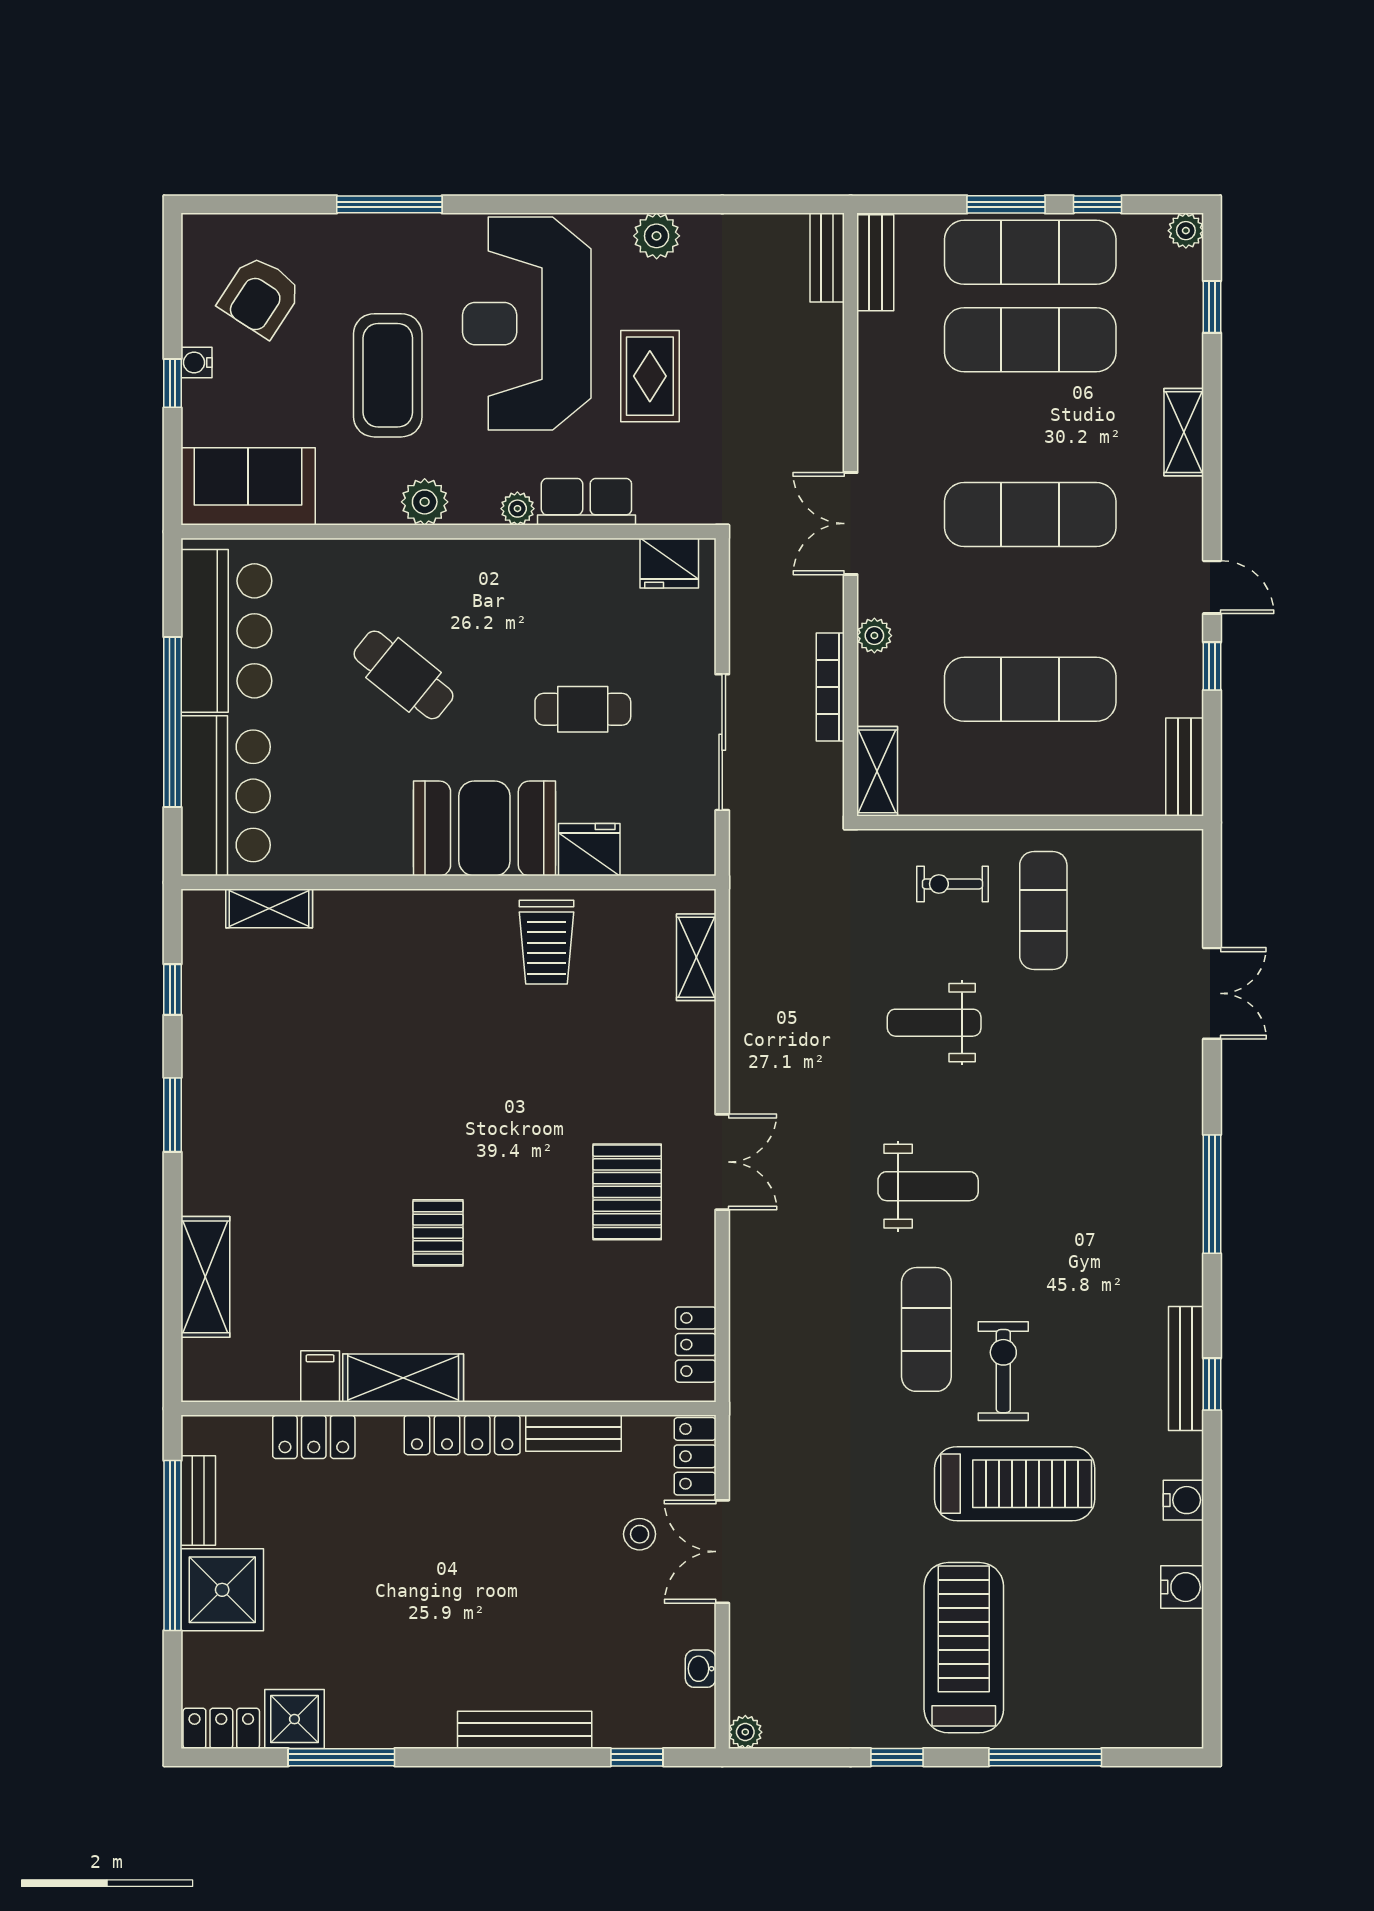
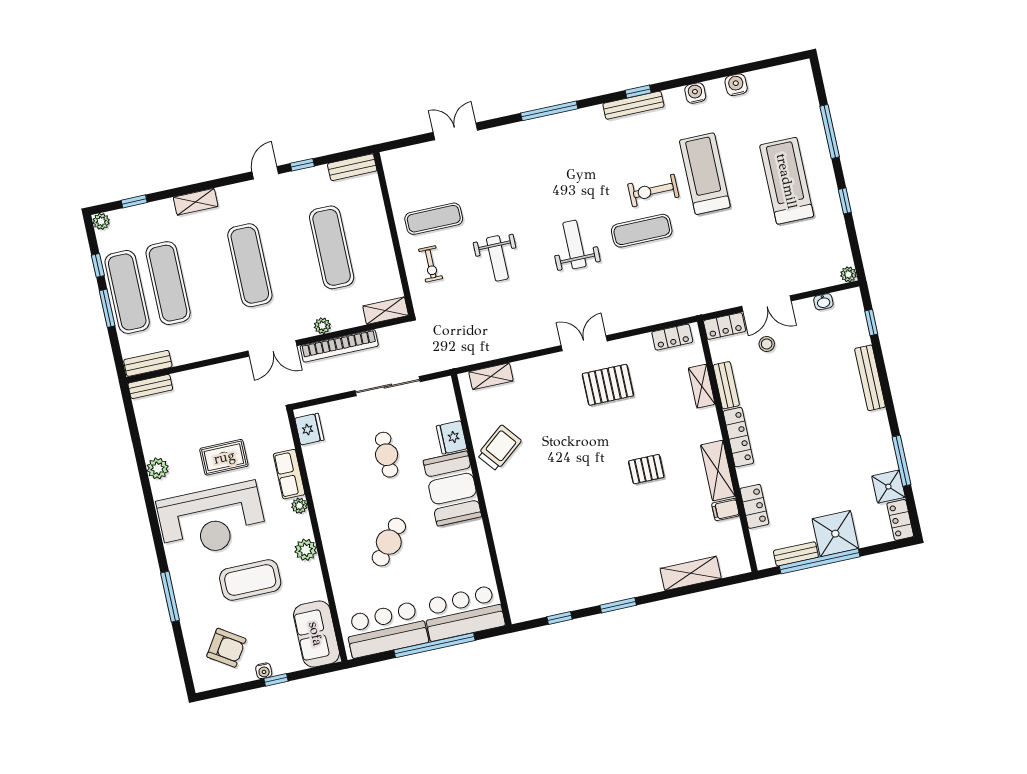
bookcase: (830, 687) -> (339, 346), width x1.48, depth x1.31
shelving: (269, 908) -> (702, 386), moved
trolley: (546, 942) -> (499, 448), turned -39
treadmill: (964, 1648) -> (787, 181), turned 90

